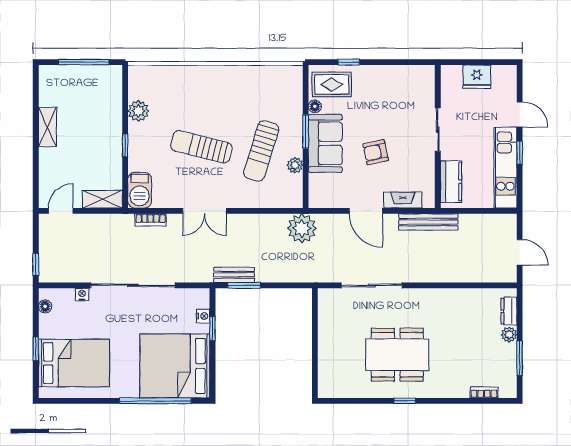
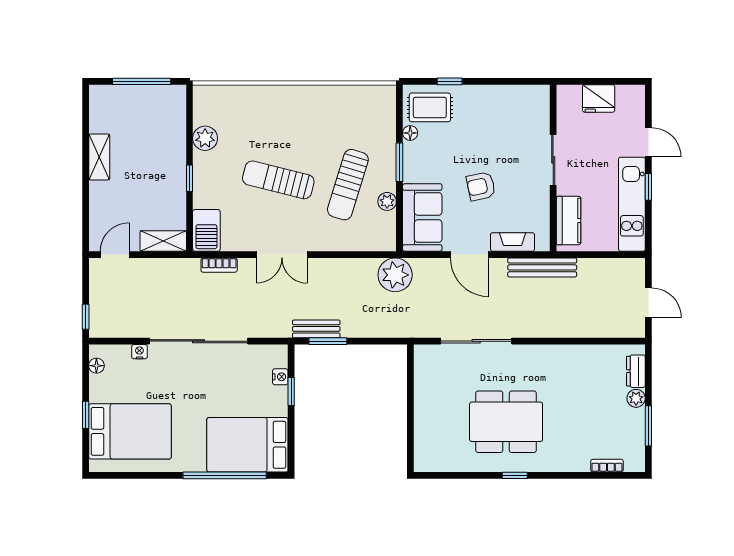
sofa: (325, 143) -> (422, 217), moved
bed: (175, 366) -> (247, 445), width x0.73

